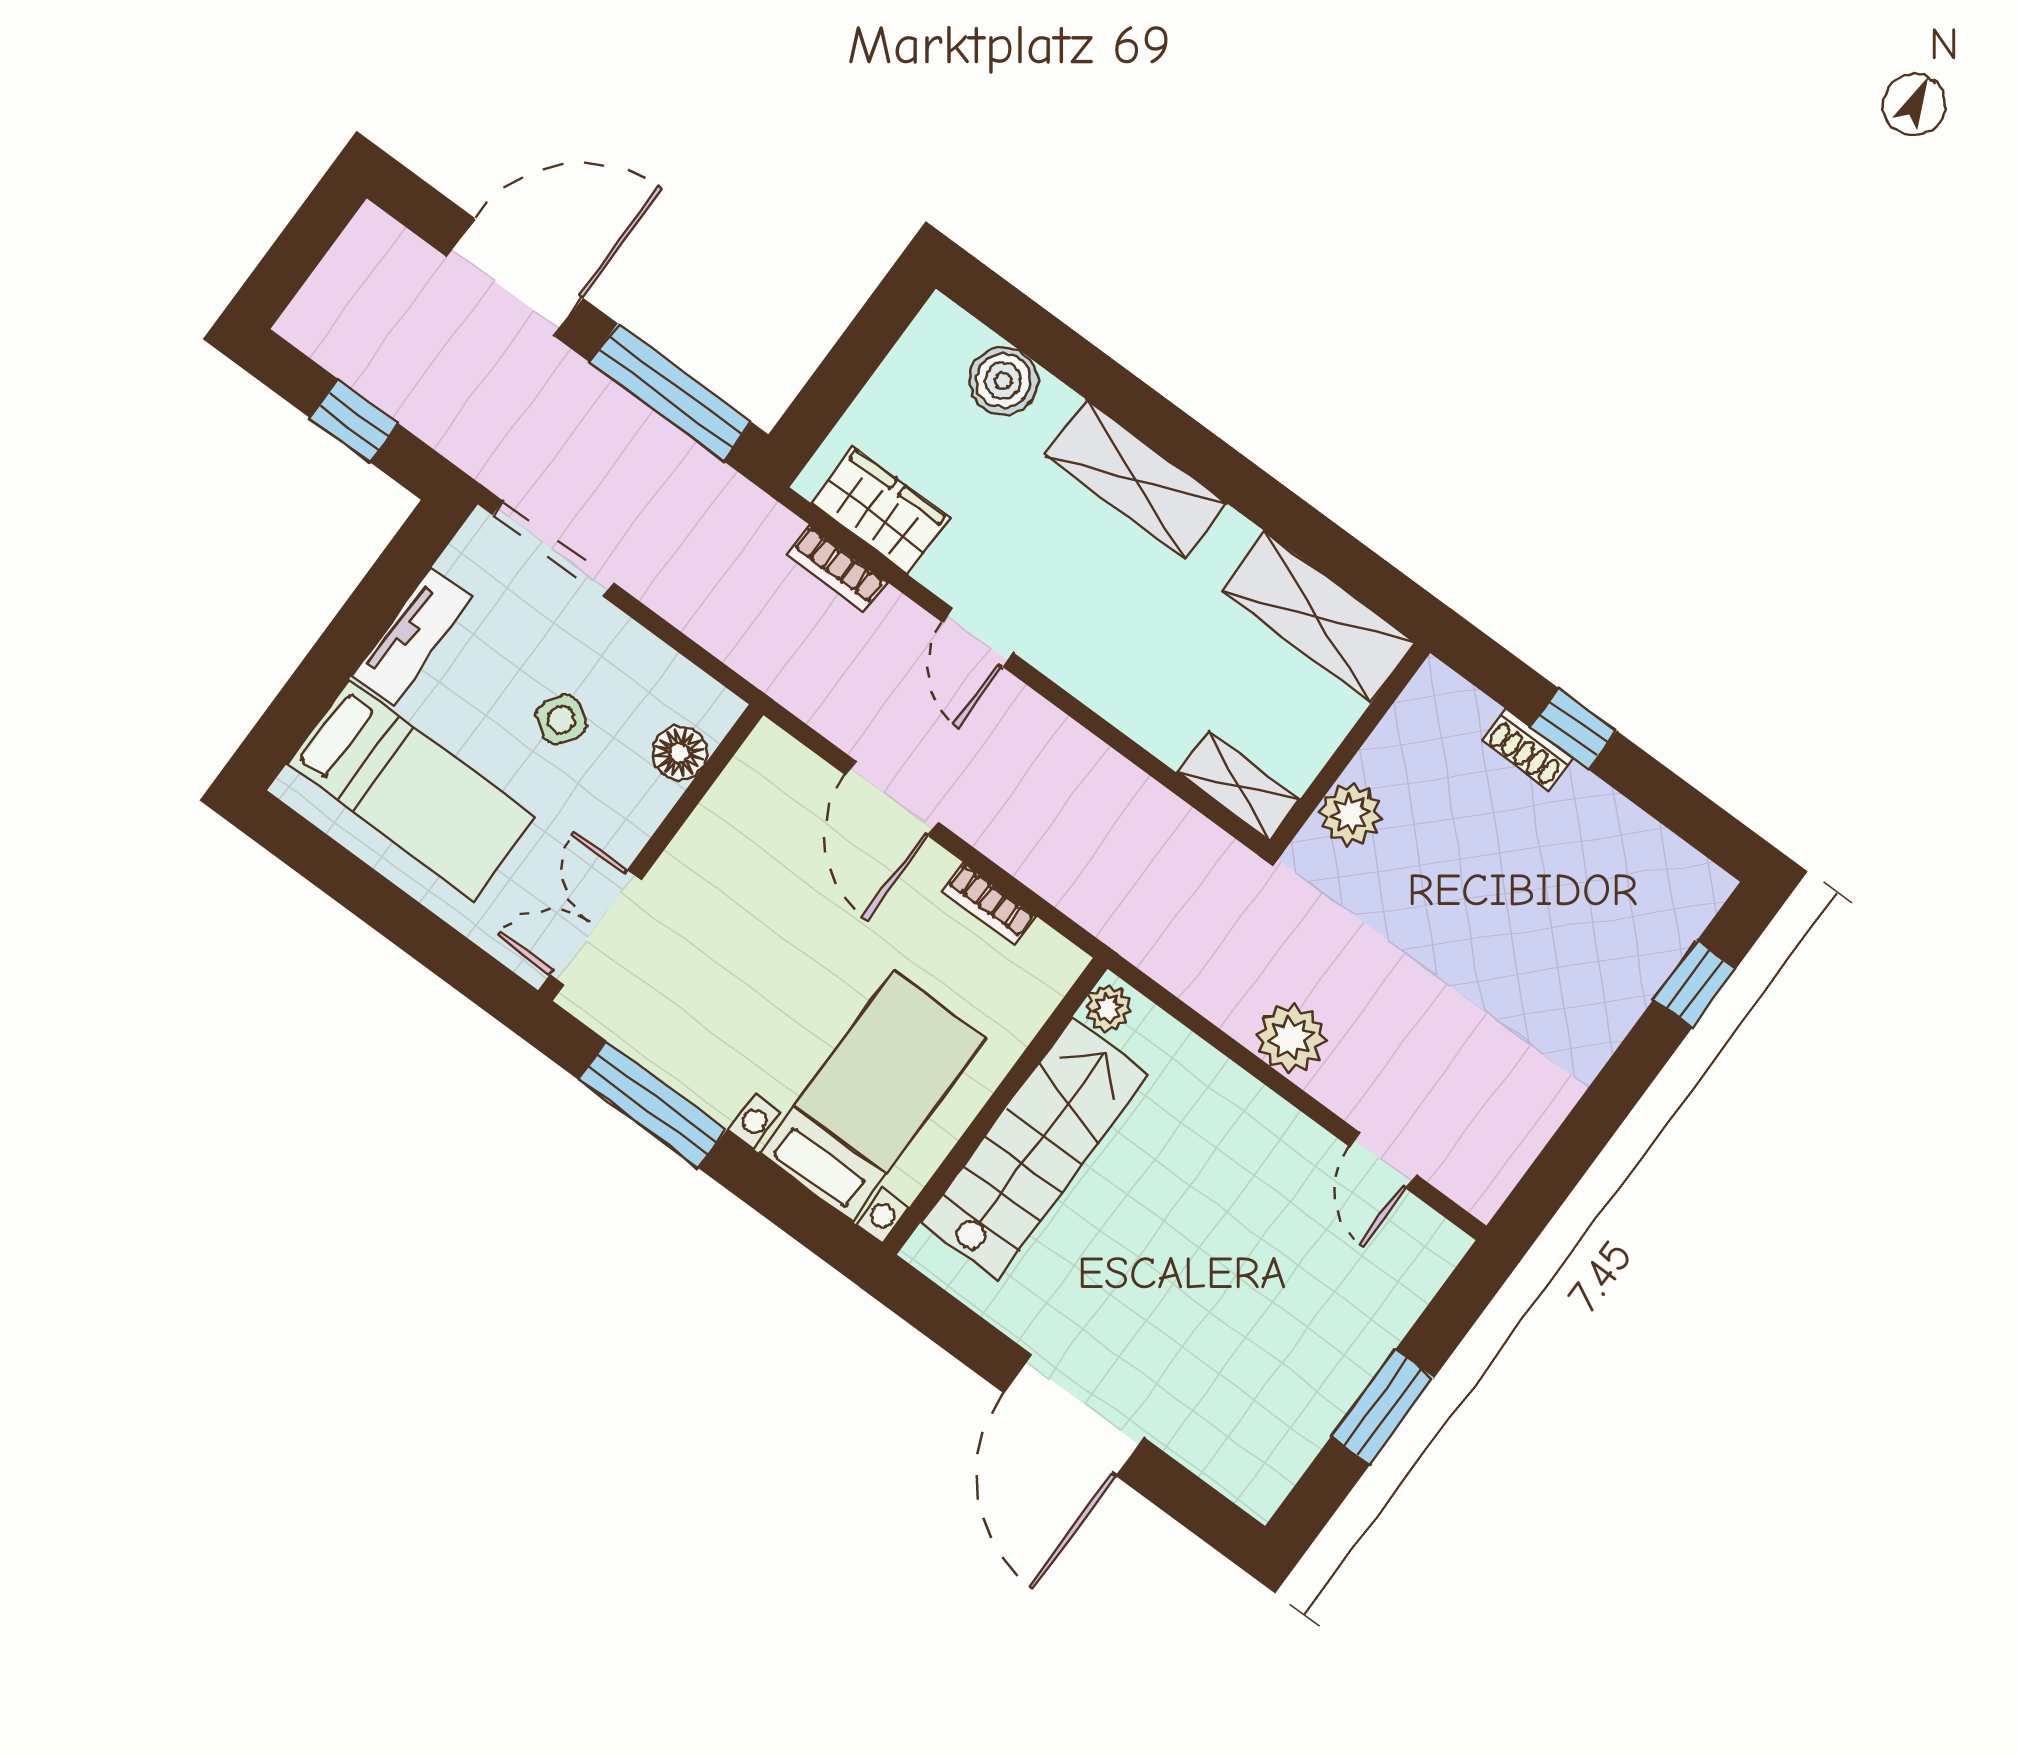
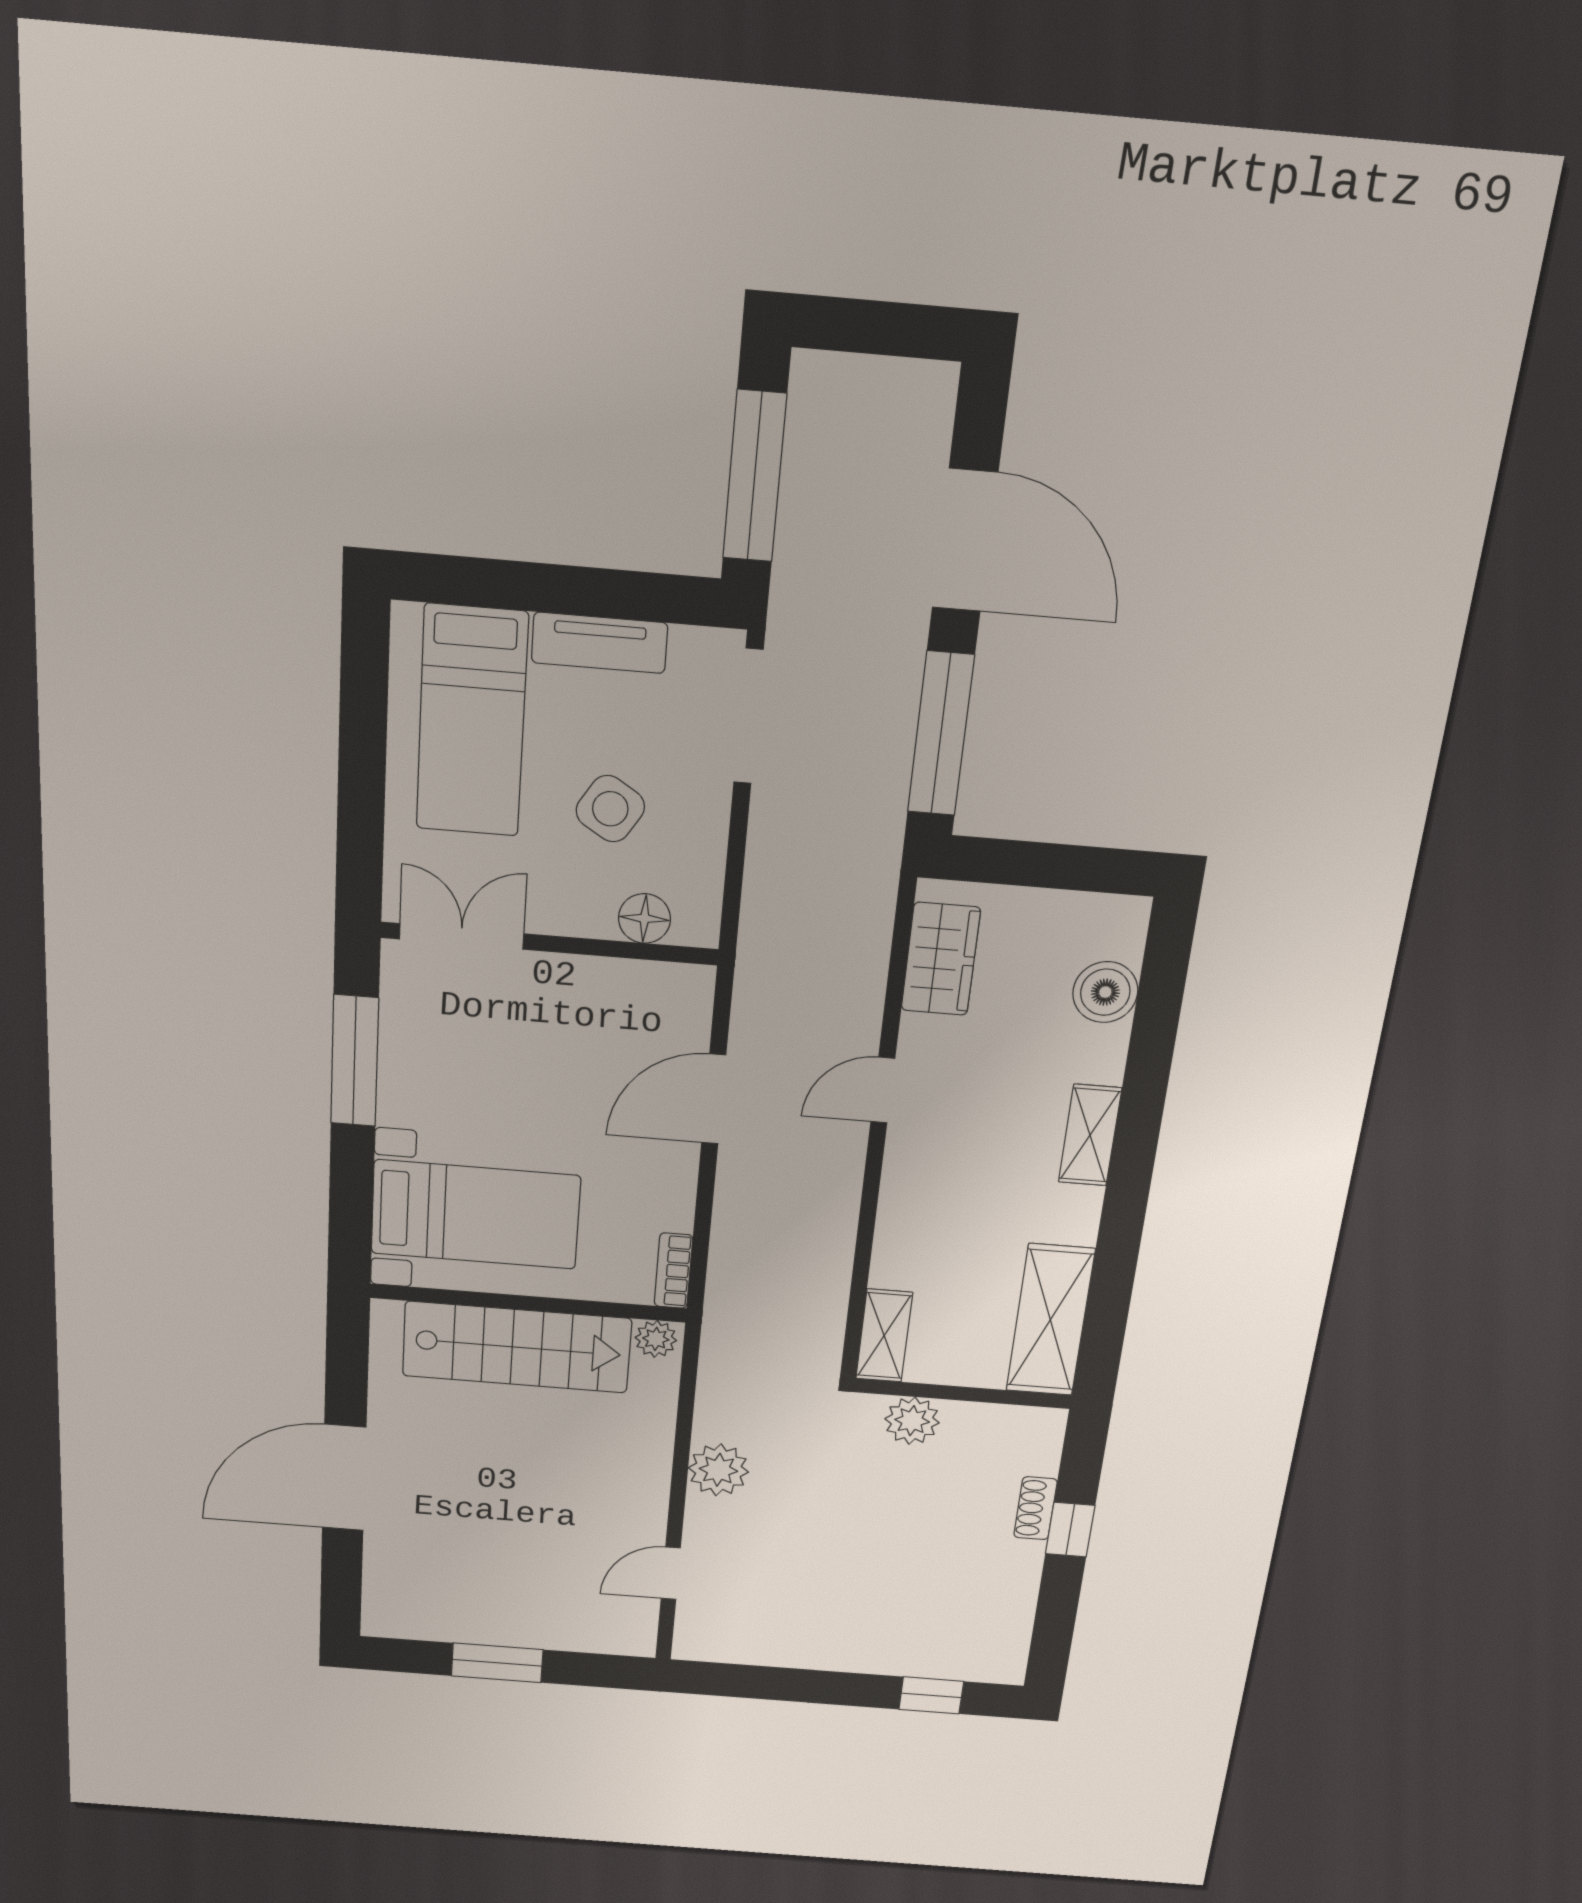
window: (354, 421) -> (755, 476), width x2.17
shelving: (1136, 479) -> (1090, 1135), width x0.67, depth x0.75
bookcase: (836, 568) -> (872, 953), removed
side table: (561, 719) -> (610, 809), width x1.37, depth x1.37
bookcase: (989, 904) -> (673, 1271), moved

